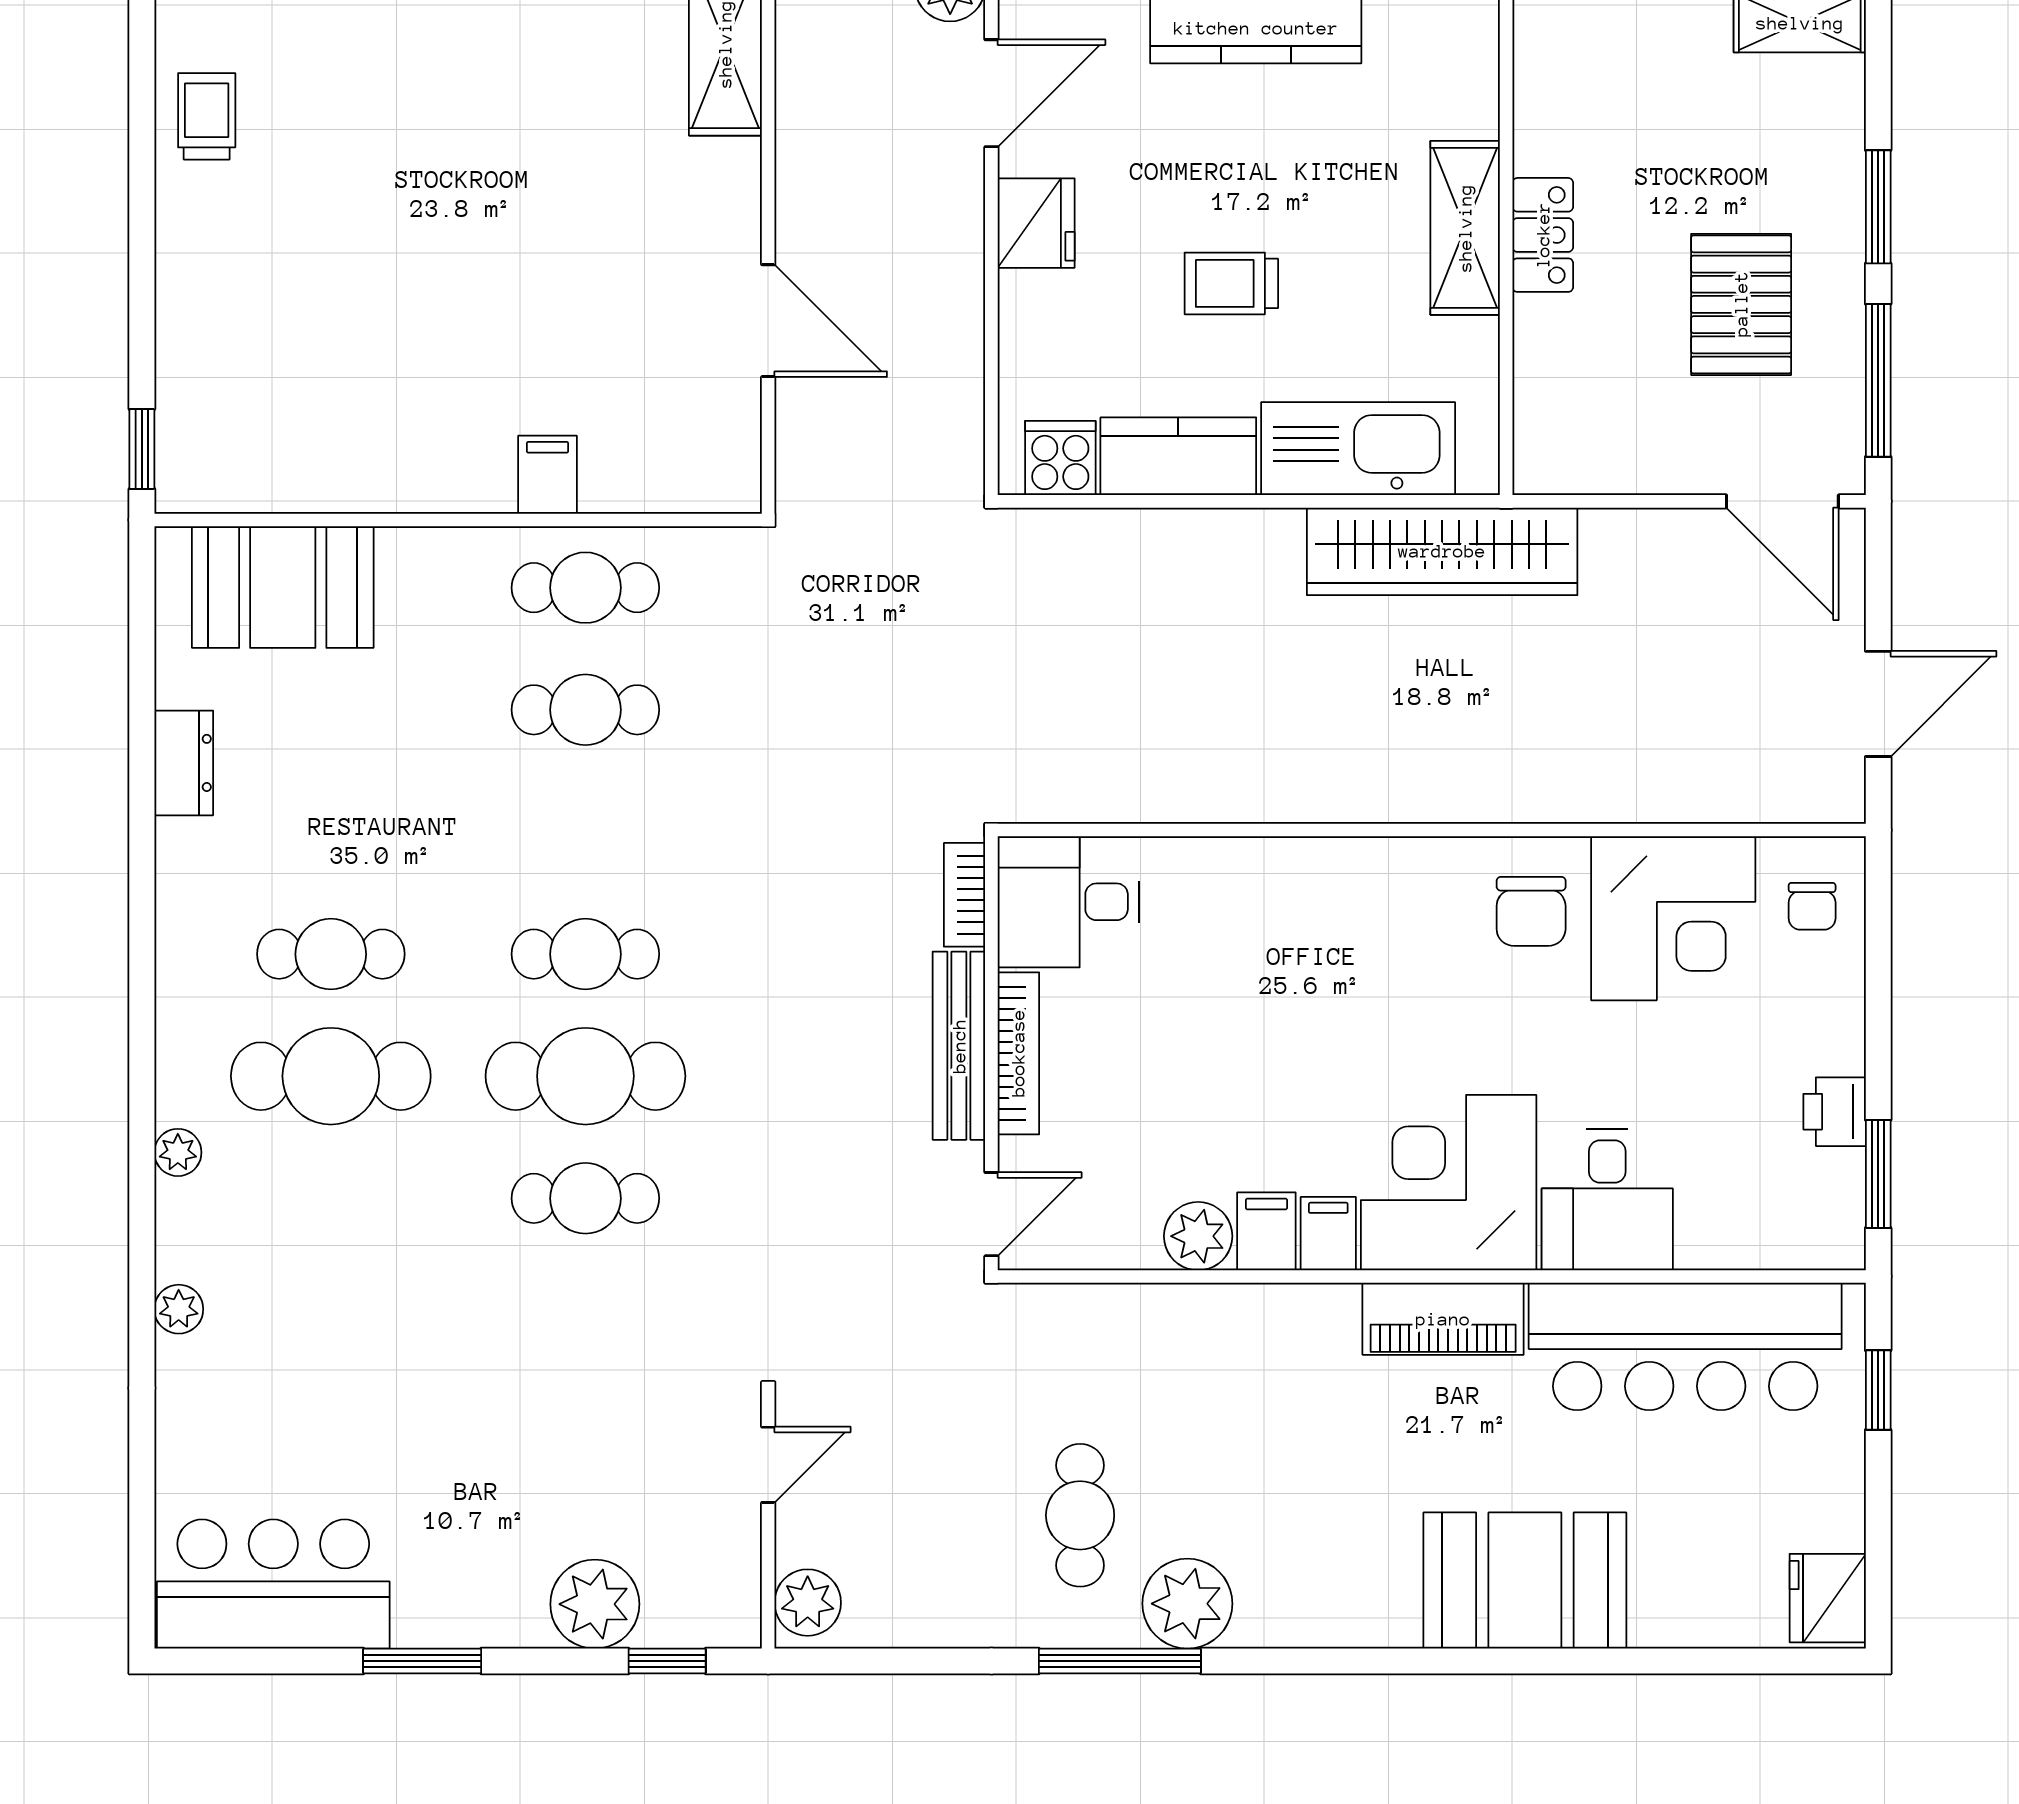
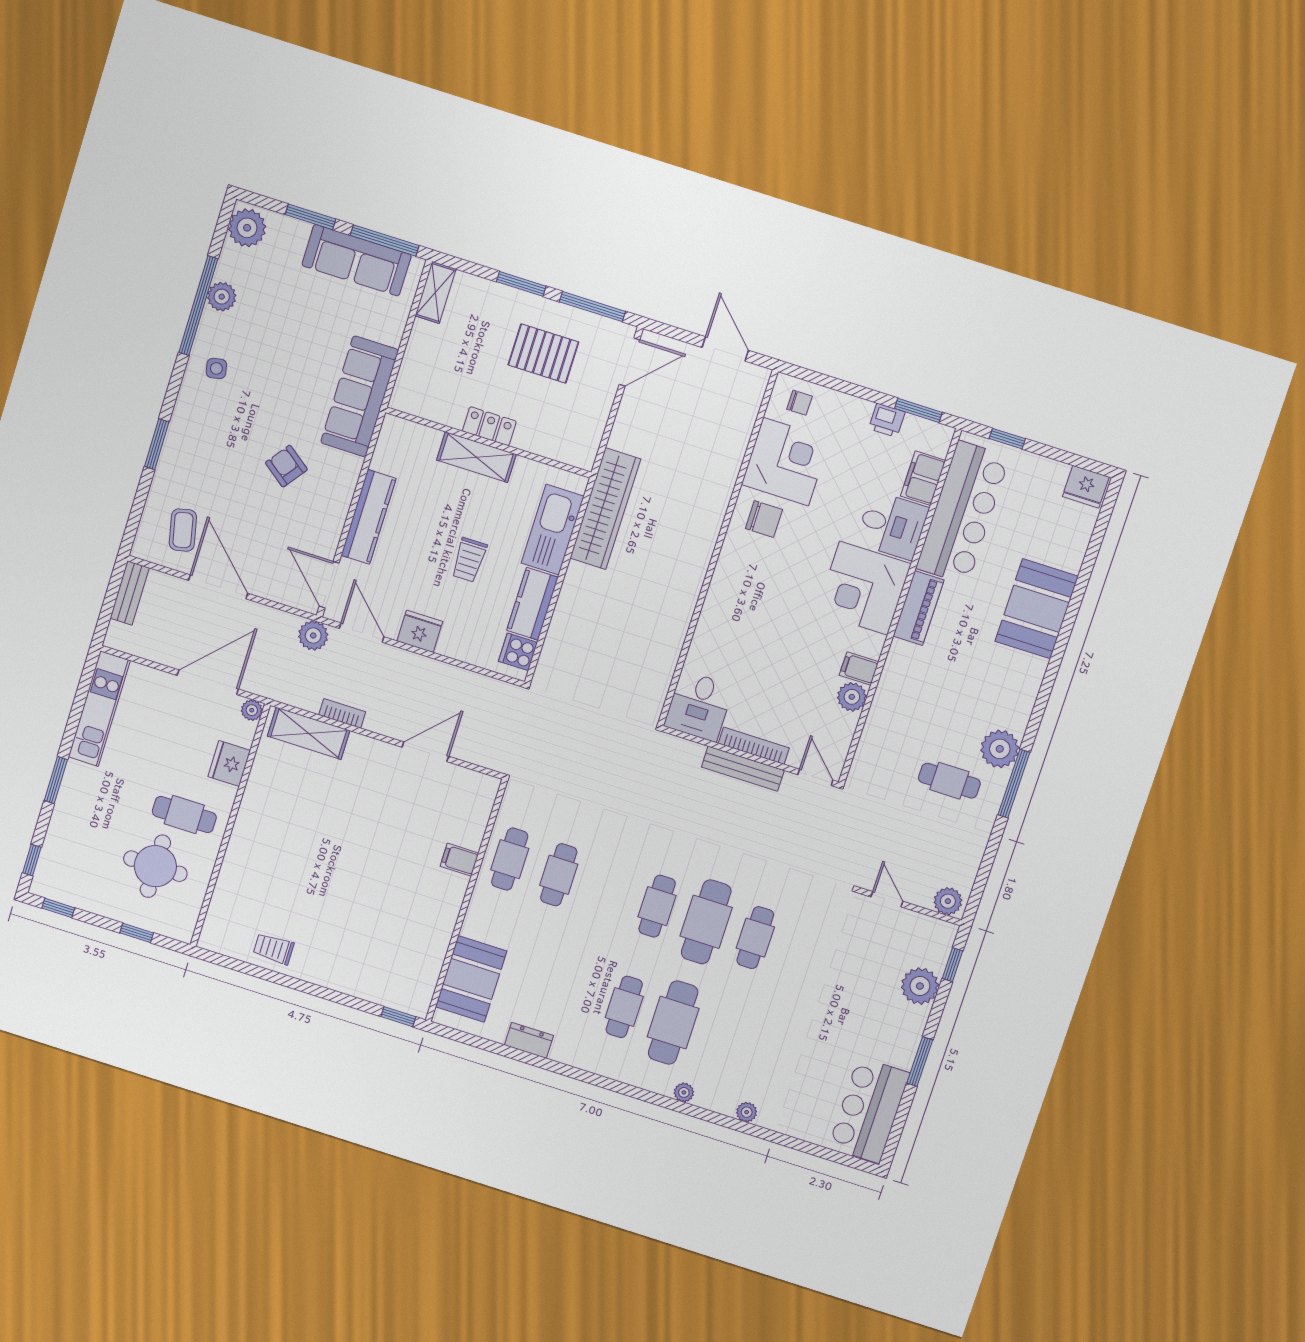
bookcase: (964, 895) -> (342, 713), moved, turned 180
filing cabinet: (1328, 1234) -> (923, 478), moved, width x2.00

